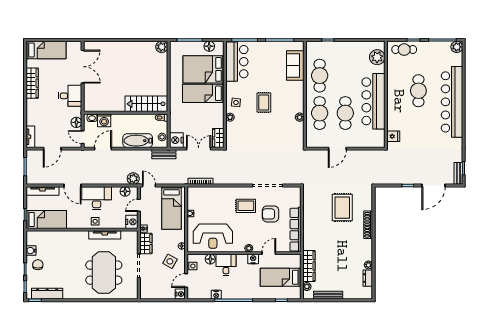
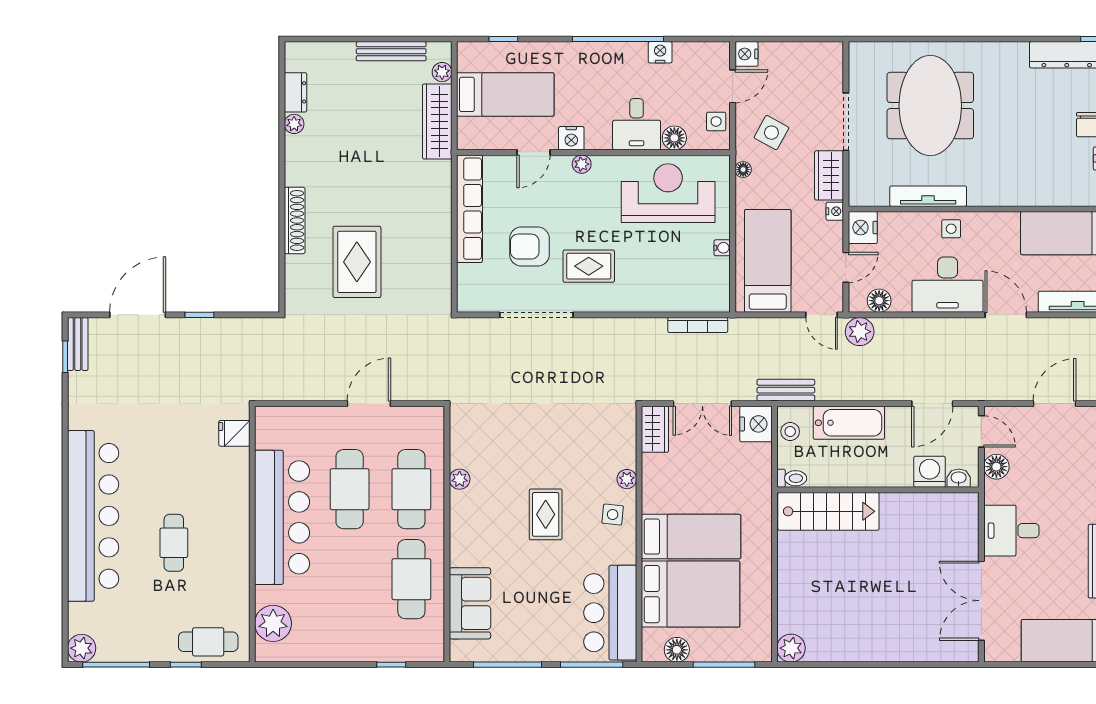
cafe table: (418, 91) -> (174, 543), width x0.73, depth x0.74
armchair: (271, 214) -> (529, 247), turned 180

